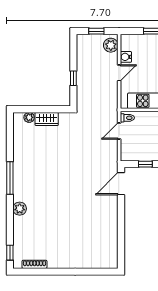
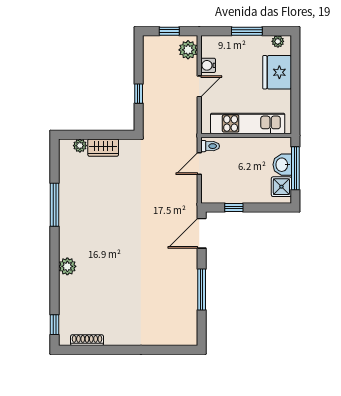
window: (10, 178) -> (54, 205), moved
window: (121, 226) -> (202, 290), added

